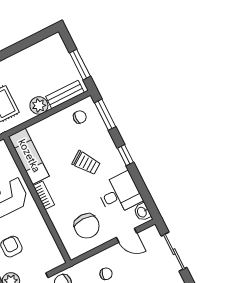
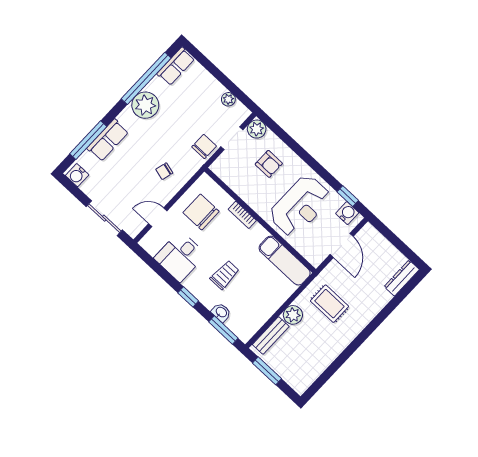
chair: (80, 117) -> (248, 318), removed
trolley: (86, 163) -> (225, 275), turned 125
bookcase: (44, 195) -> (242, 215), moved
washbasin: (142, 212) -> (221, 312), moved

